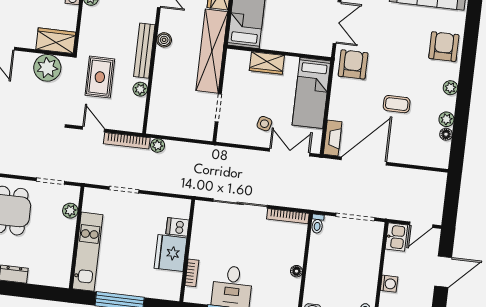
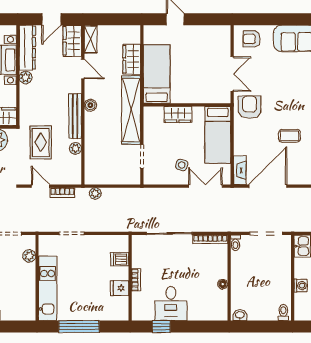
bookcase: (127, 141) -> (62, 193), width x0.64
fridge: (171, 253) -> (120, 288), width x0.53, depth x0.75
bookcase: (192, 273) -> (136, 280), moved

